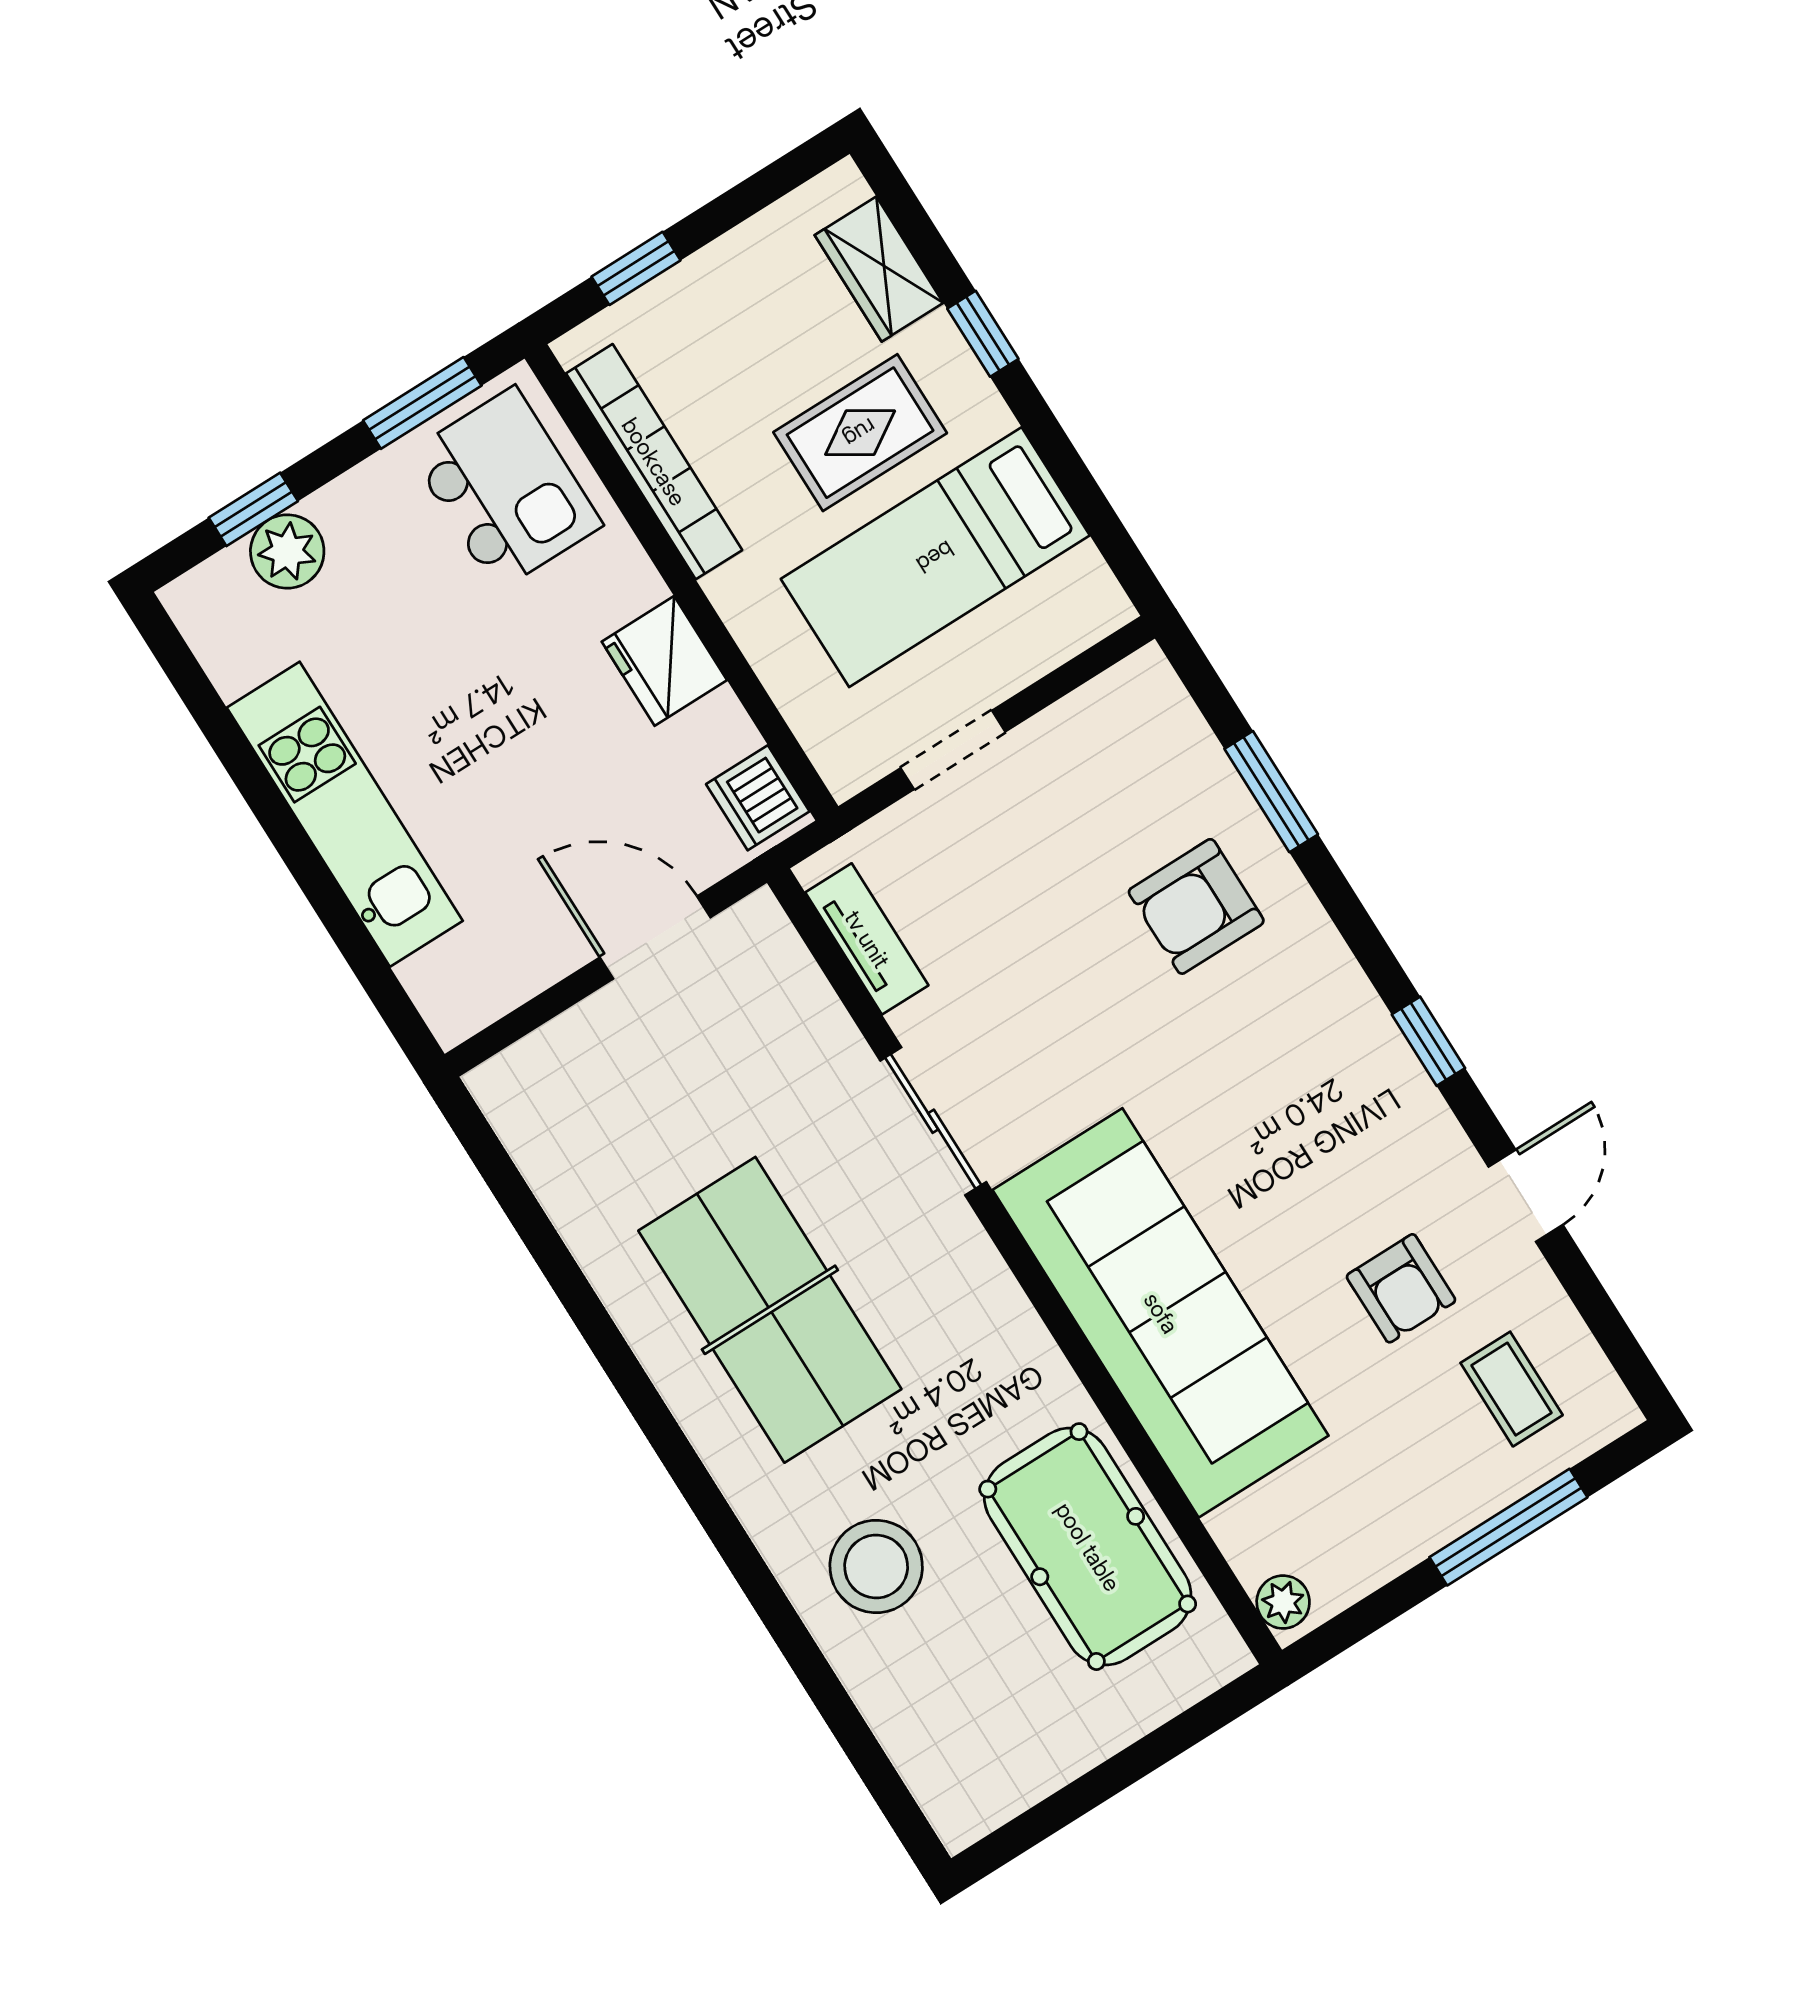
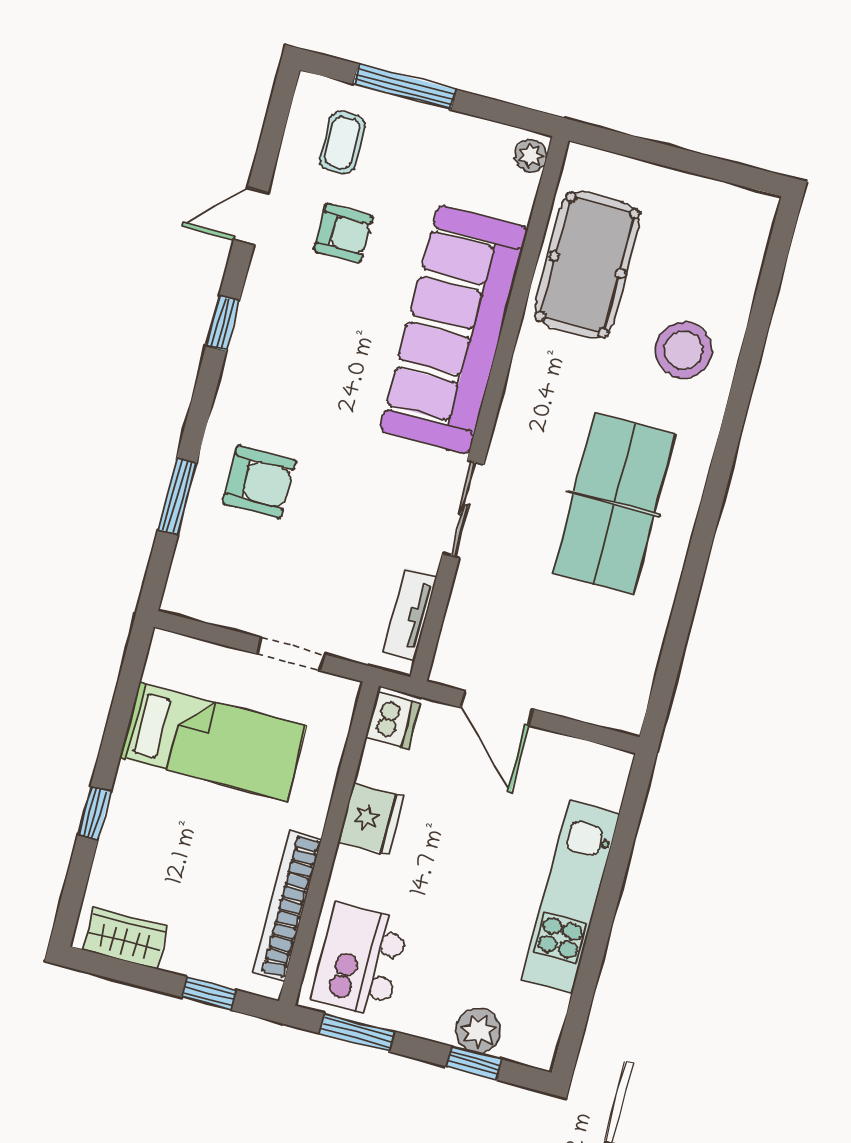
wardrobe: (879, 269) -> (125, 938), moved, turned -90
rug: (860, 433) -> (189, 826), removed
armchair: (1401, 1288) -> (343, 233), turned 90

